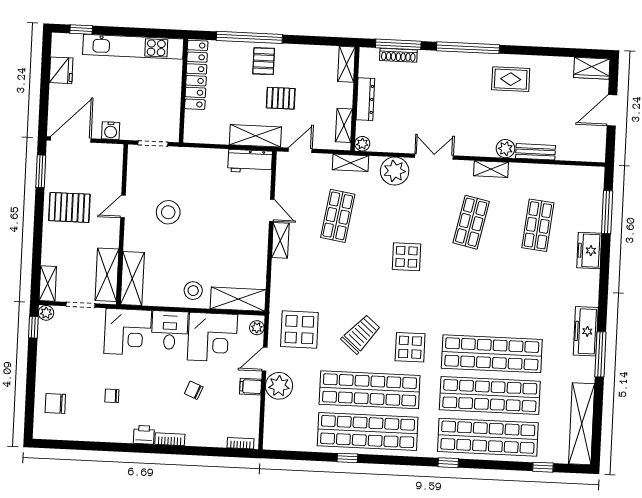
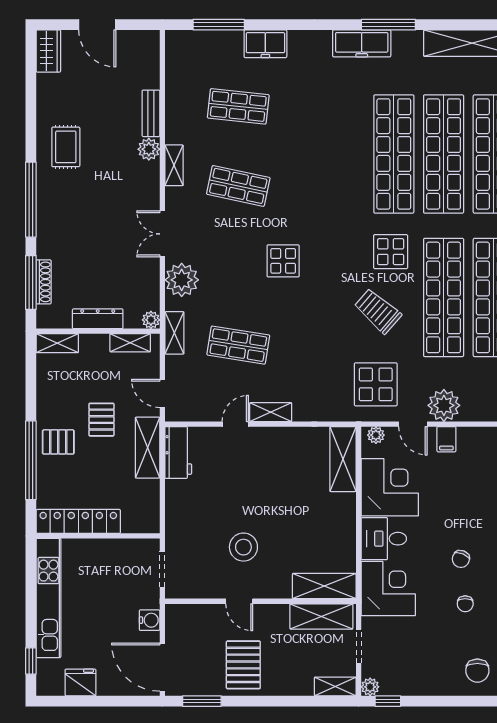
stool: (193, 291) -> (335, 513), removed
chair: (194, 390) -> (461, 559), moved

